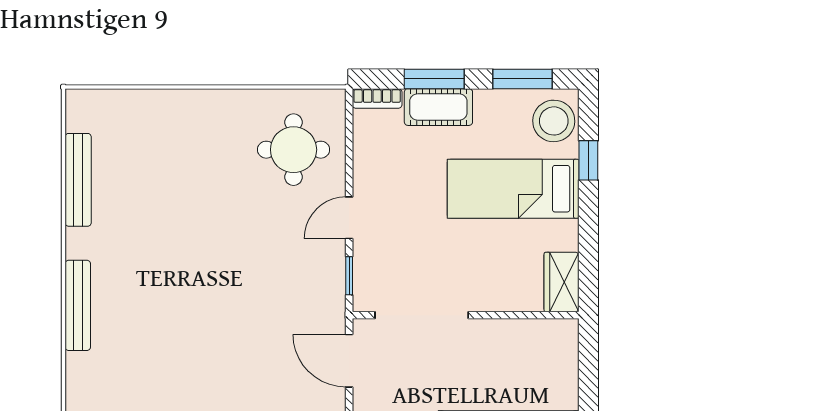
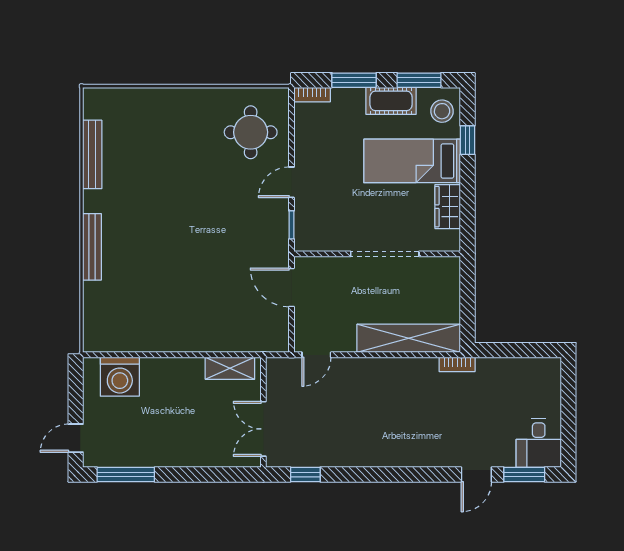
cot: (438, 107) -> (391, 101), moved
stool: (554, 121) -> (442, 111), width x0.73, depth x0.73
wardrobe: (562, 282) -> (448, 207), moved
doorway: (422, 315) -> (385, 254), moved

